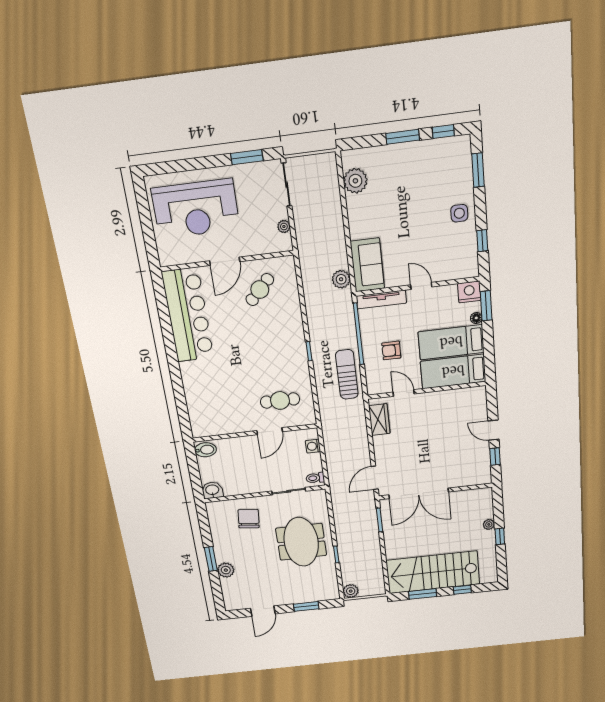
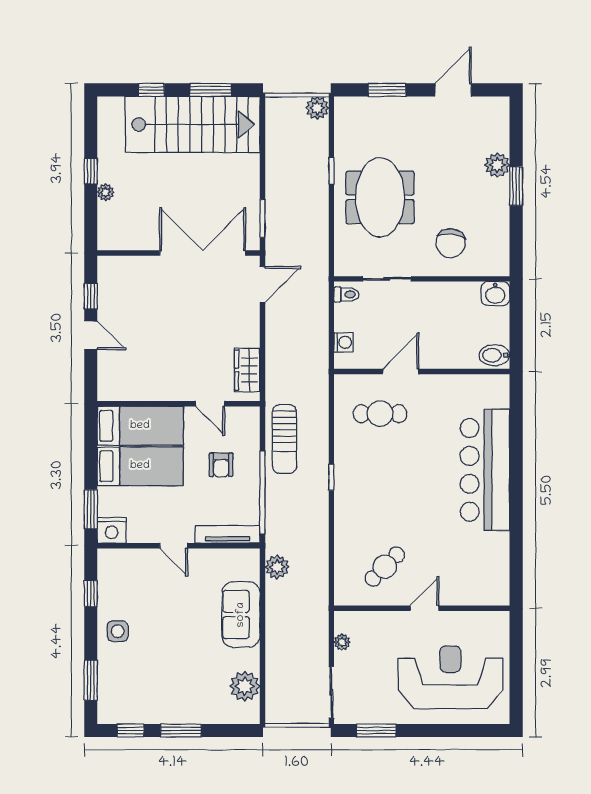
door: (225, 261) -> (425, 608), width x0.73
sofa: (367, 265) -> (241, 615), moved
bar counter: (188, 315) -> (485, 470), moved
floor lamp: (476, 318) -> (105, 495), removed
armchair: (391, 350) -> (221, 465), turned 90

